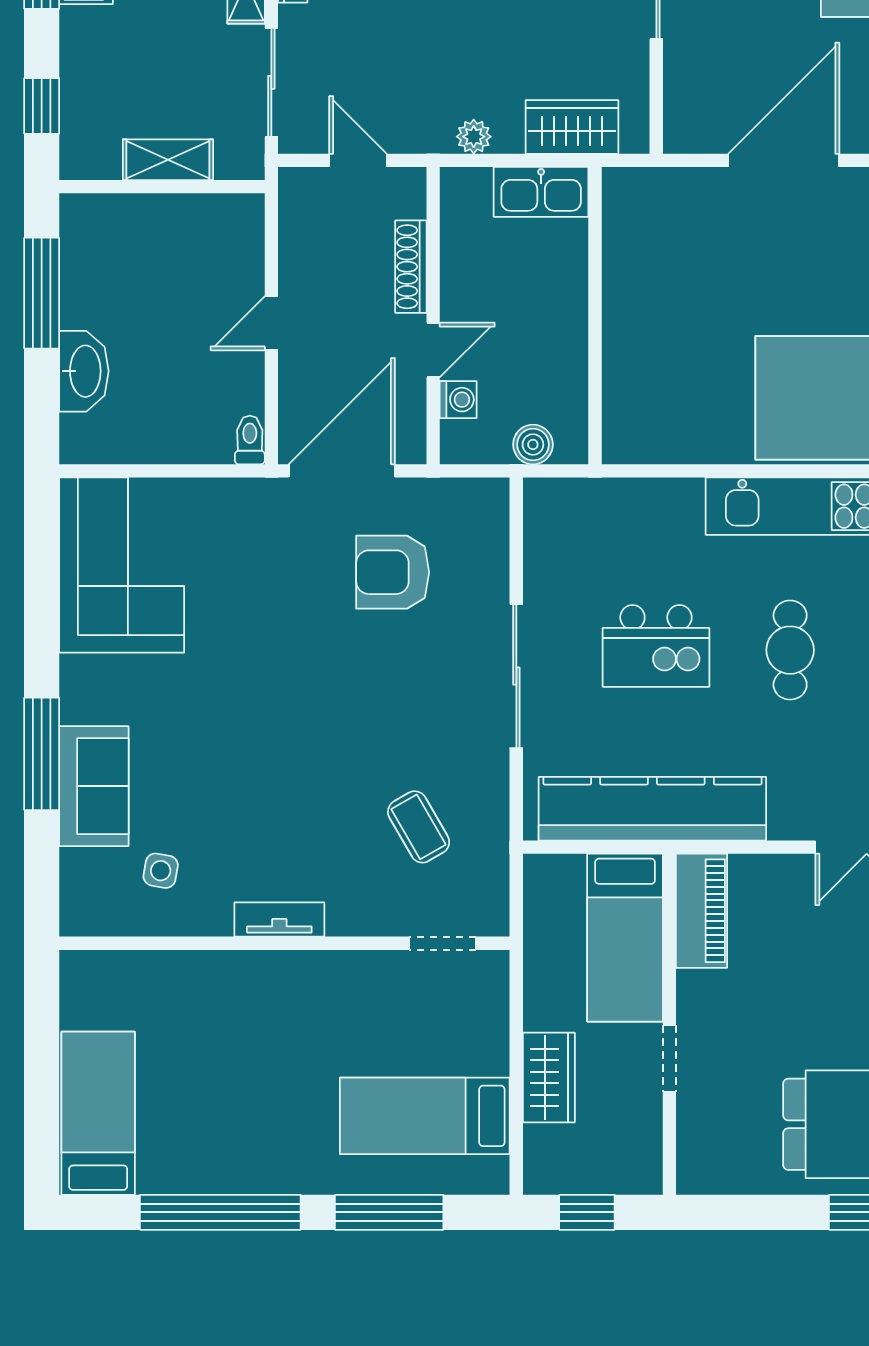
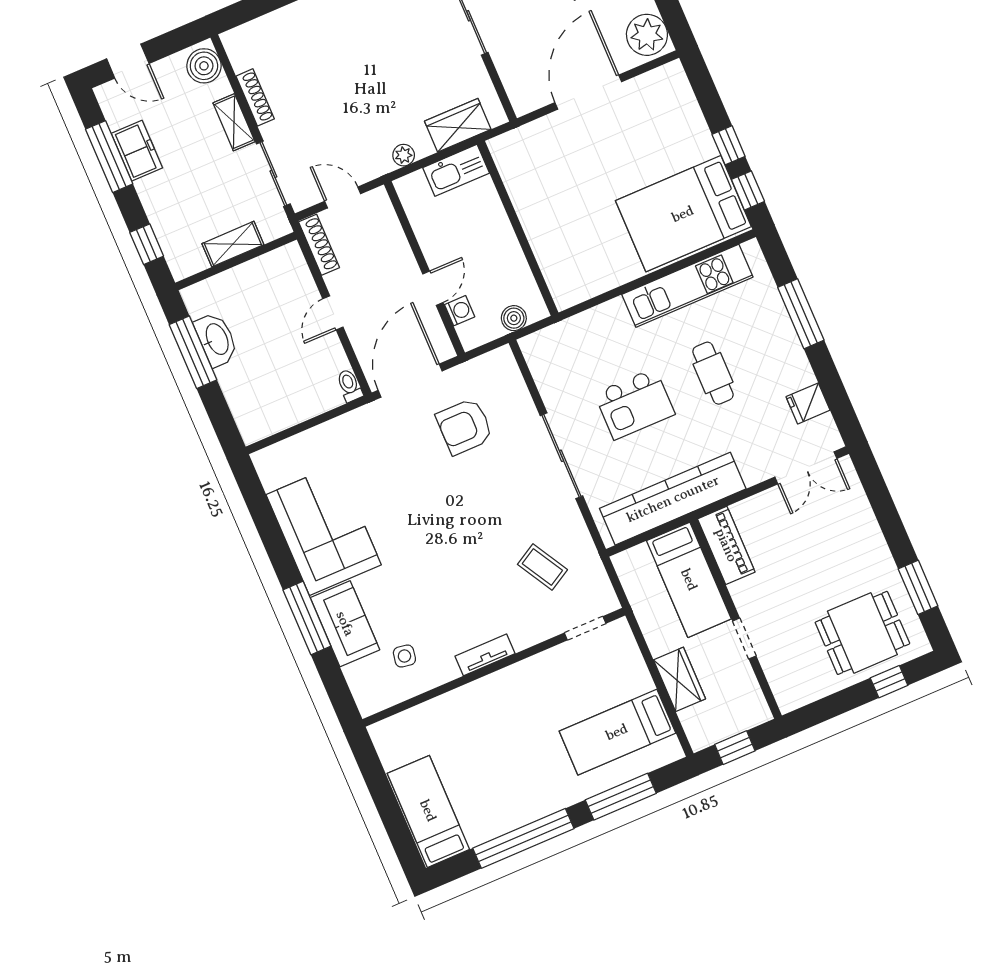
shoe rack: (411, 267) -> (319, 245), moved, turned 180
washbasin: (84, 371) -> (216, 339), moved
corner sofa: (122, 565) -> (324, 530), moved

